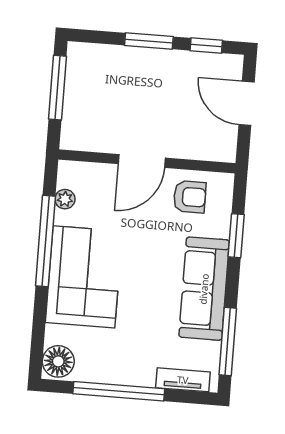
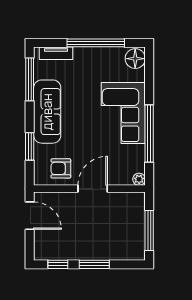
door: (247, 103) -> (30, 216), moved
plant: (65, 199) -> (139, 179), moved

